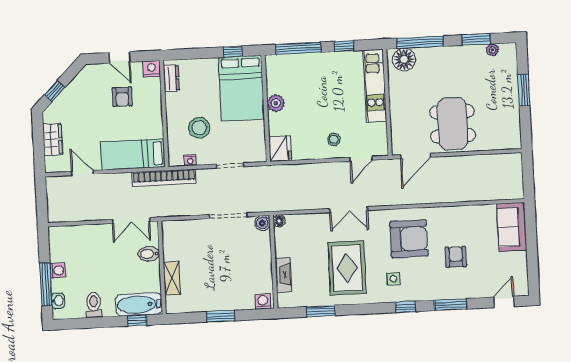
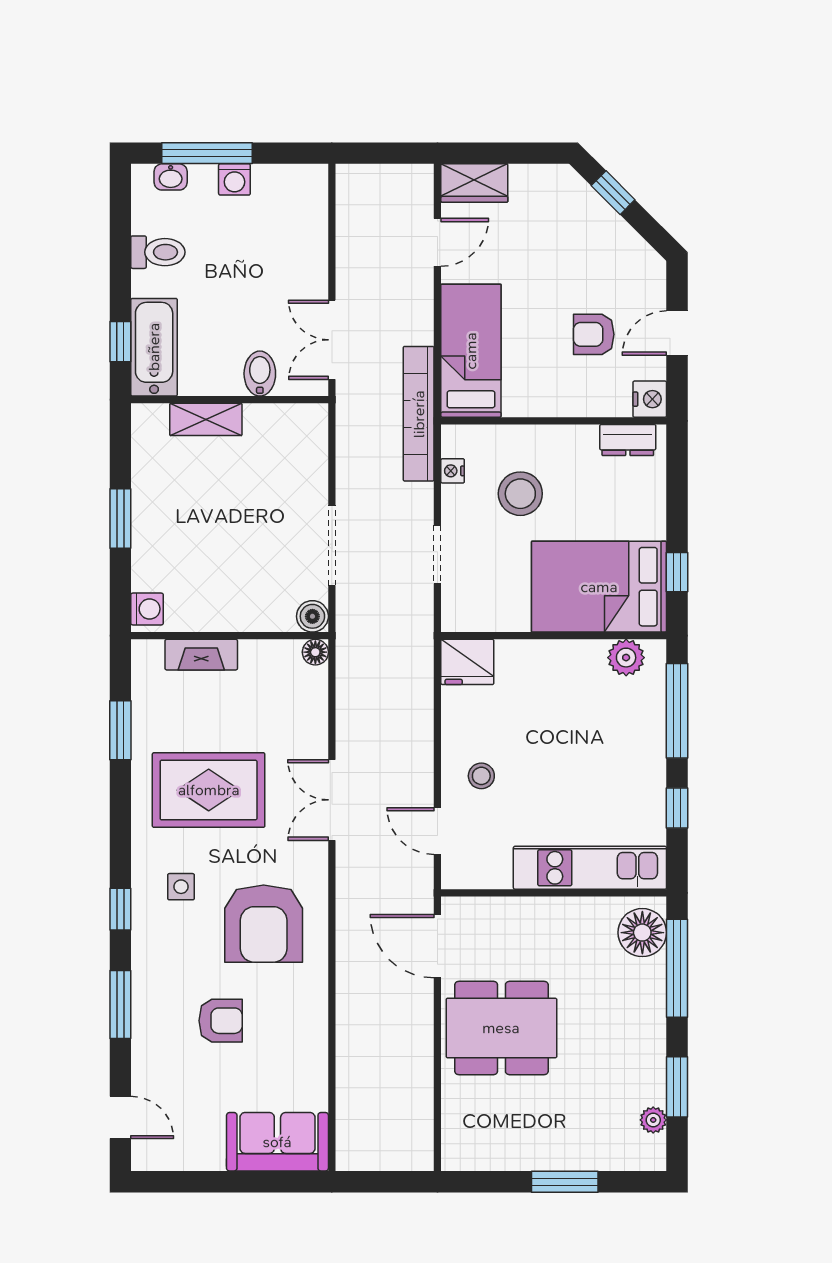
plant: (276, 103) -> (626, 658), moved
wardrobe: (53, 139) -> (474, 183), moved

